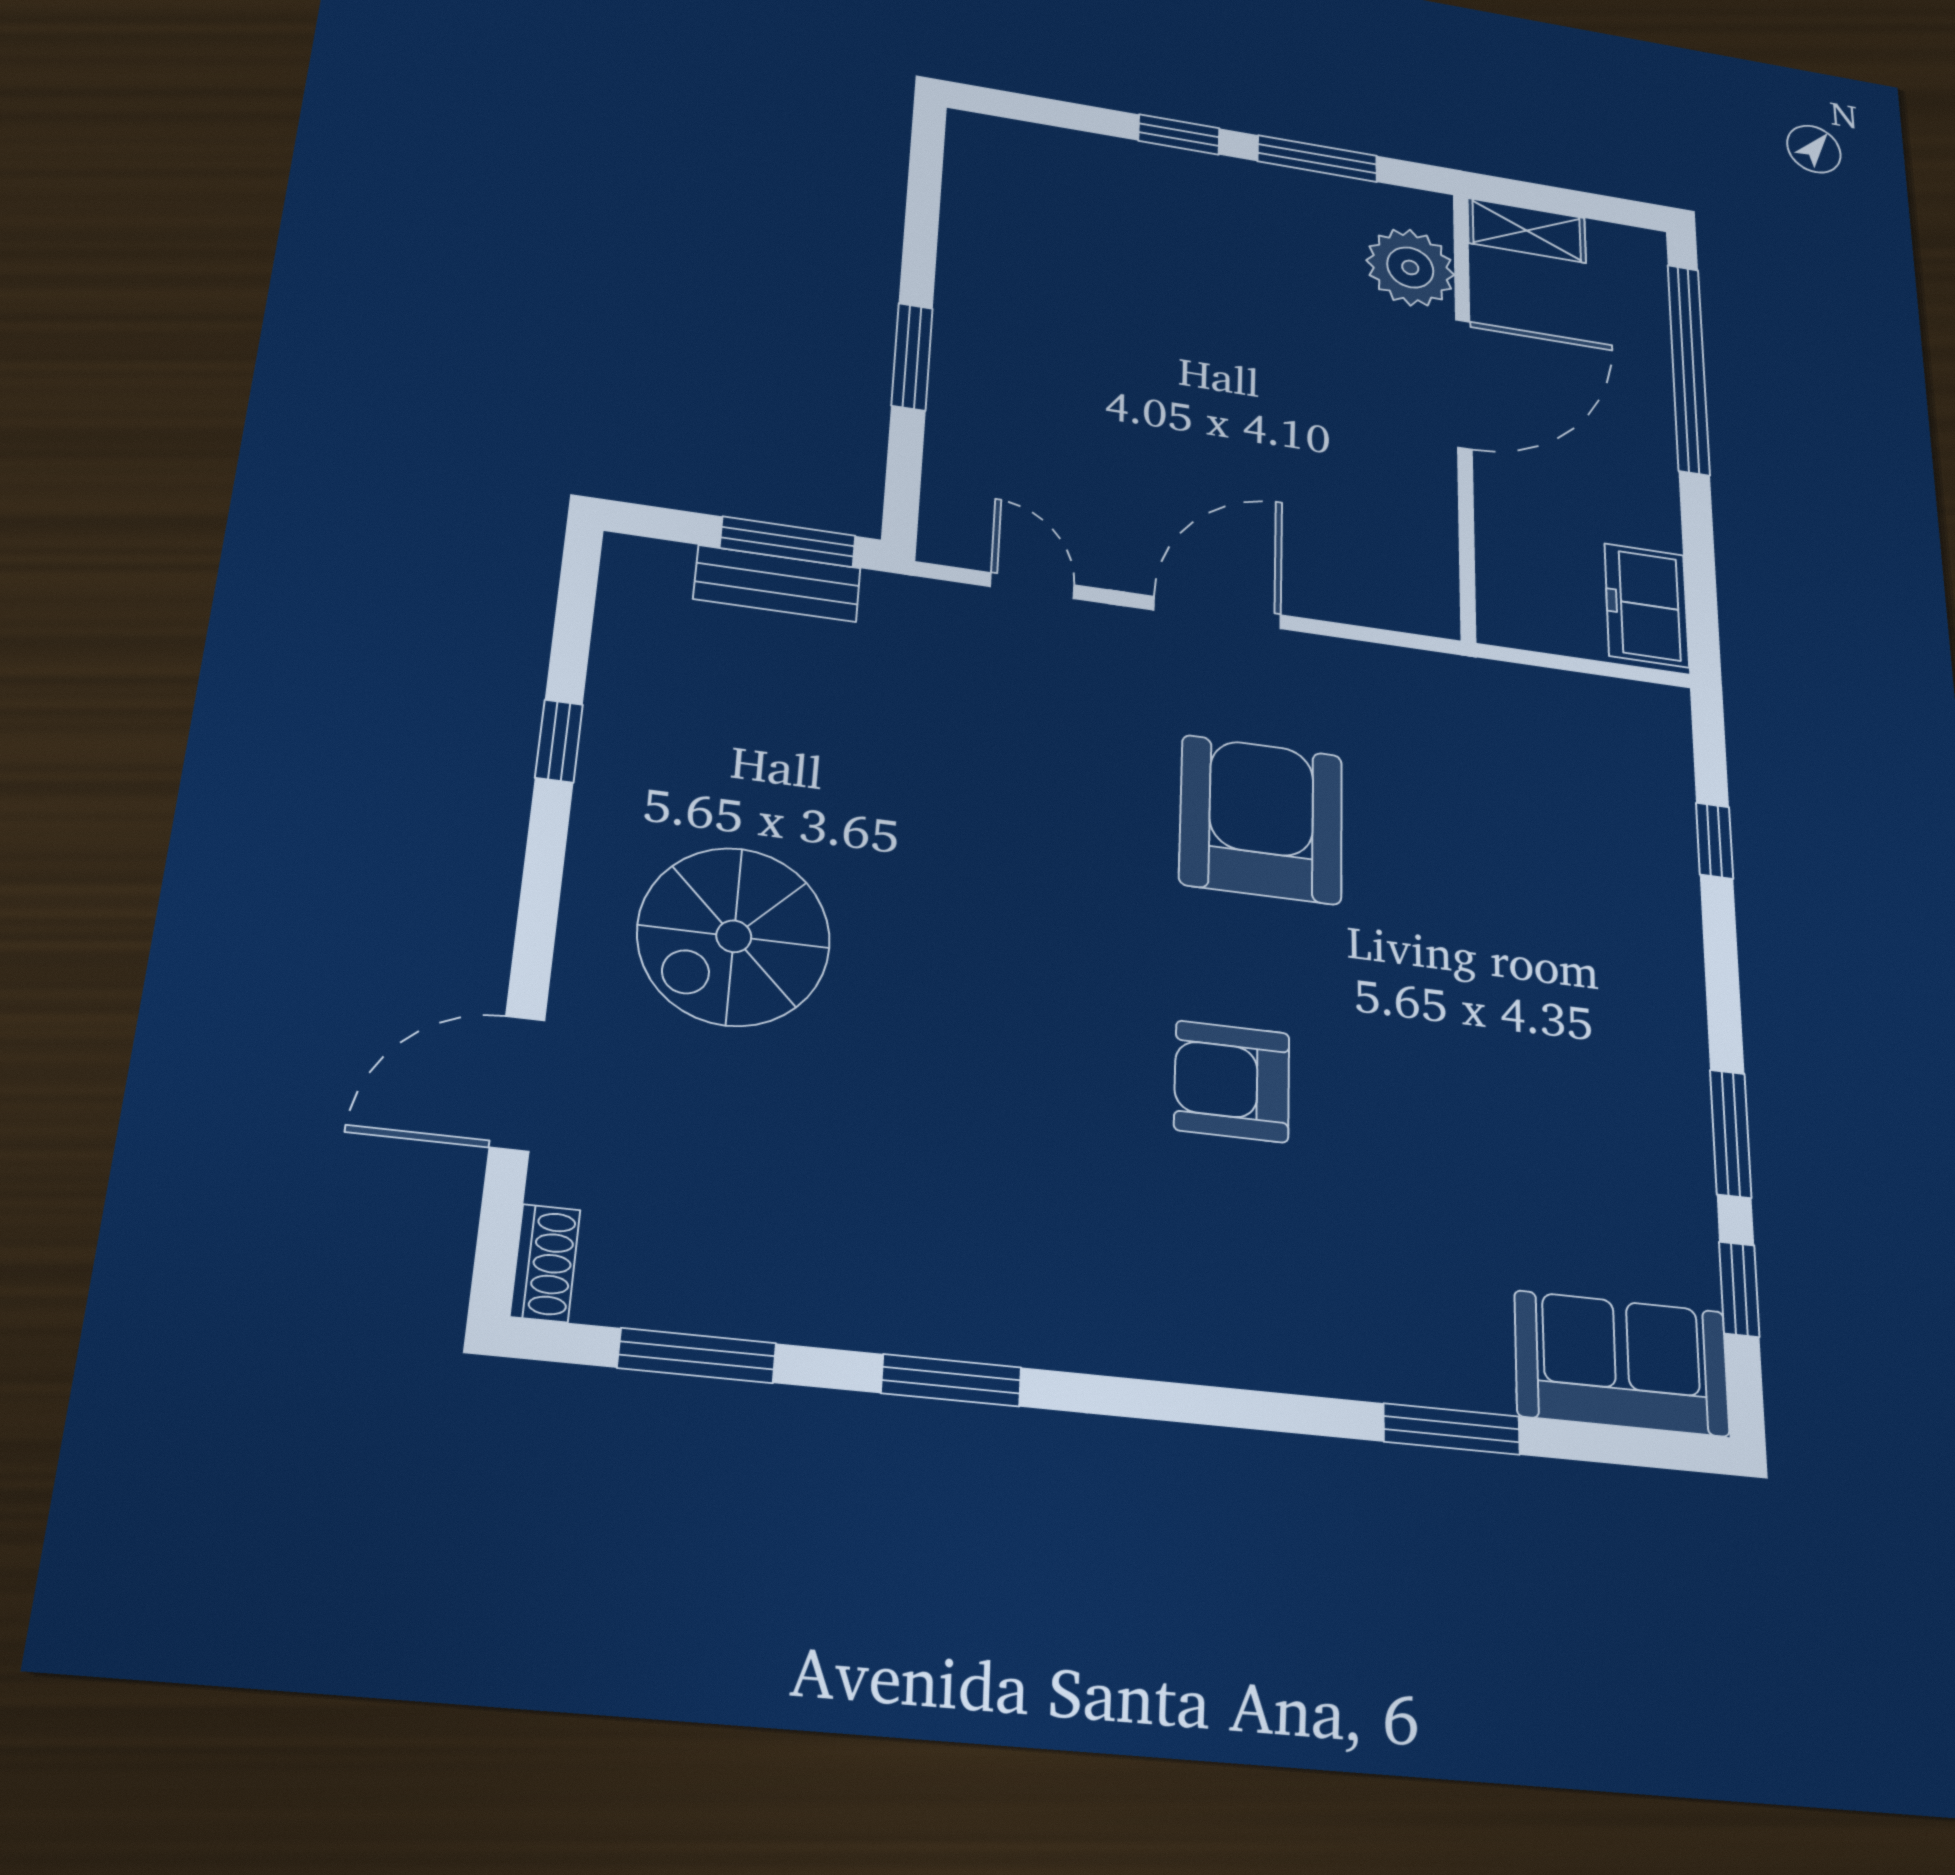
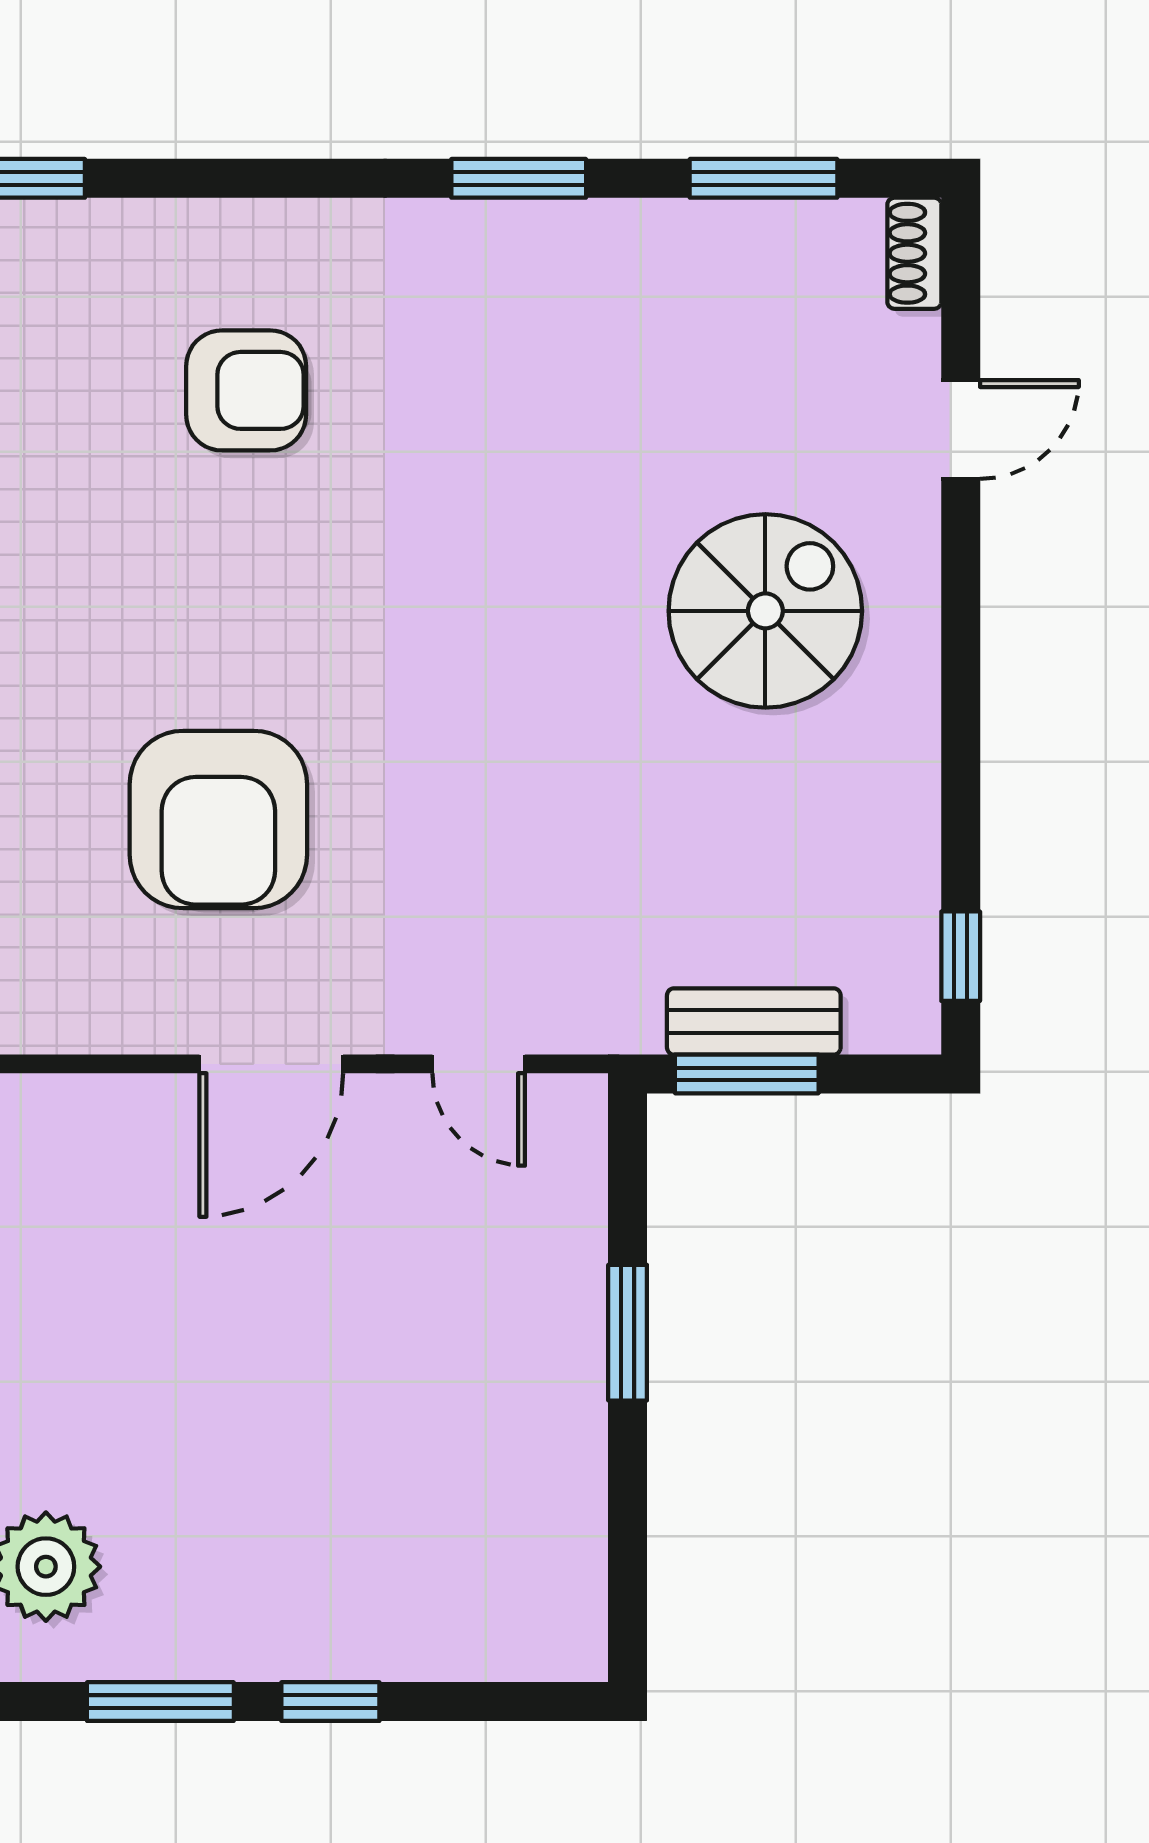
window: (559, 741) -> (961, 956), moved
armchair: (1232, 1081) -> (246, 390), moved
door: (517, 1083) -> (961, 430), width x0.73

